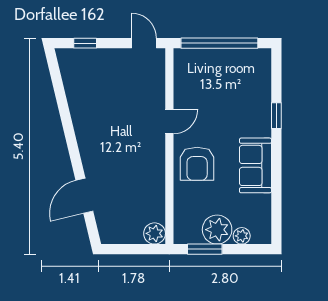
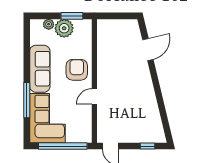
corner sofa: (243, 87) -> (47, 118), added
window: (276, 116) -> (27, 100), width x2.17
sofa: (255, 165) -> (40, 69), width x1.36
plant: (155, 233) -> (104, 26), removed

